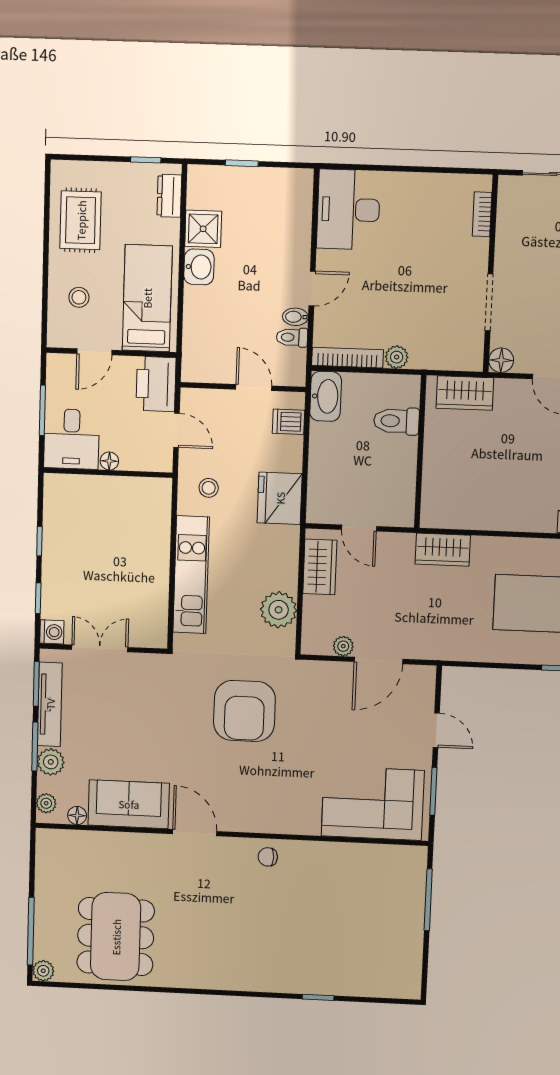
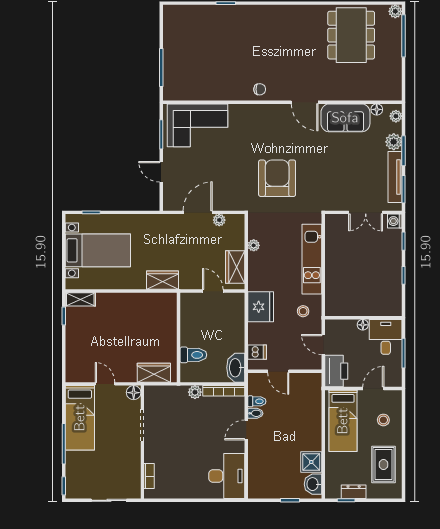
dresser: (169, 196) -> (354, 492), moved, turned -90
washbasin: (199, 267) -> (313, 484), moved
plant: (279, 610) -> (254, 245), width x0.53, depth x0.53

